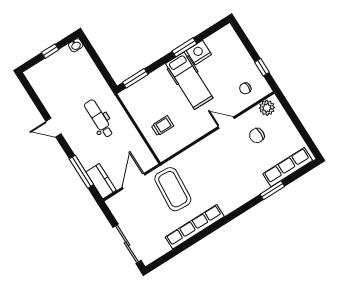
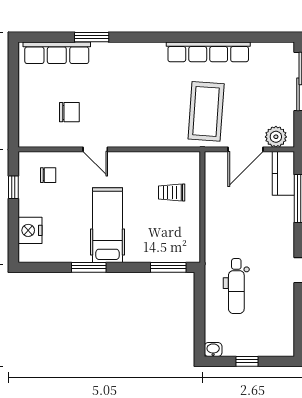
nightstand: (199, 53) -> (30, 230), moved, turned 90
plant: (267, 108) -> (276, 137), moved
dental chair: (99, 119) -> (236, 286), moved

